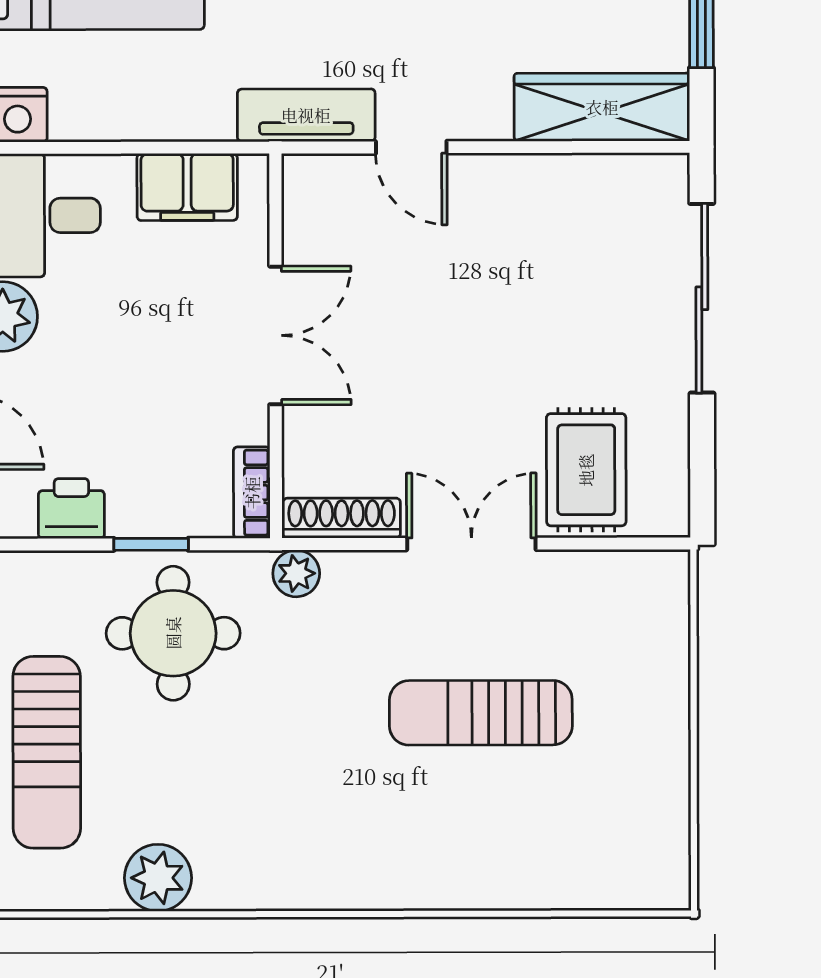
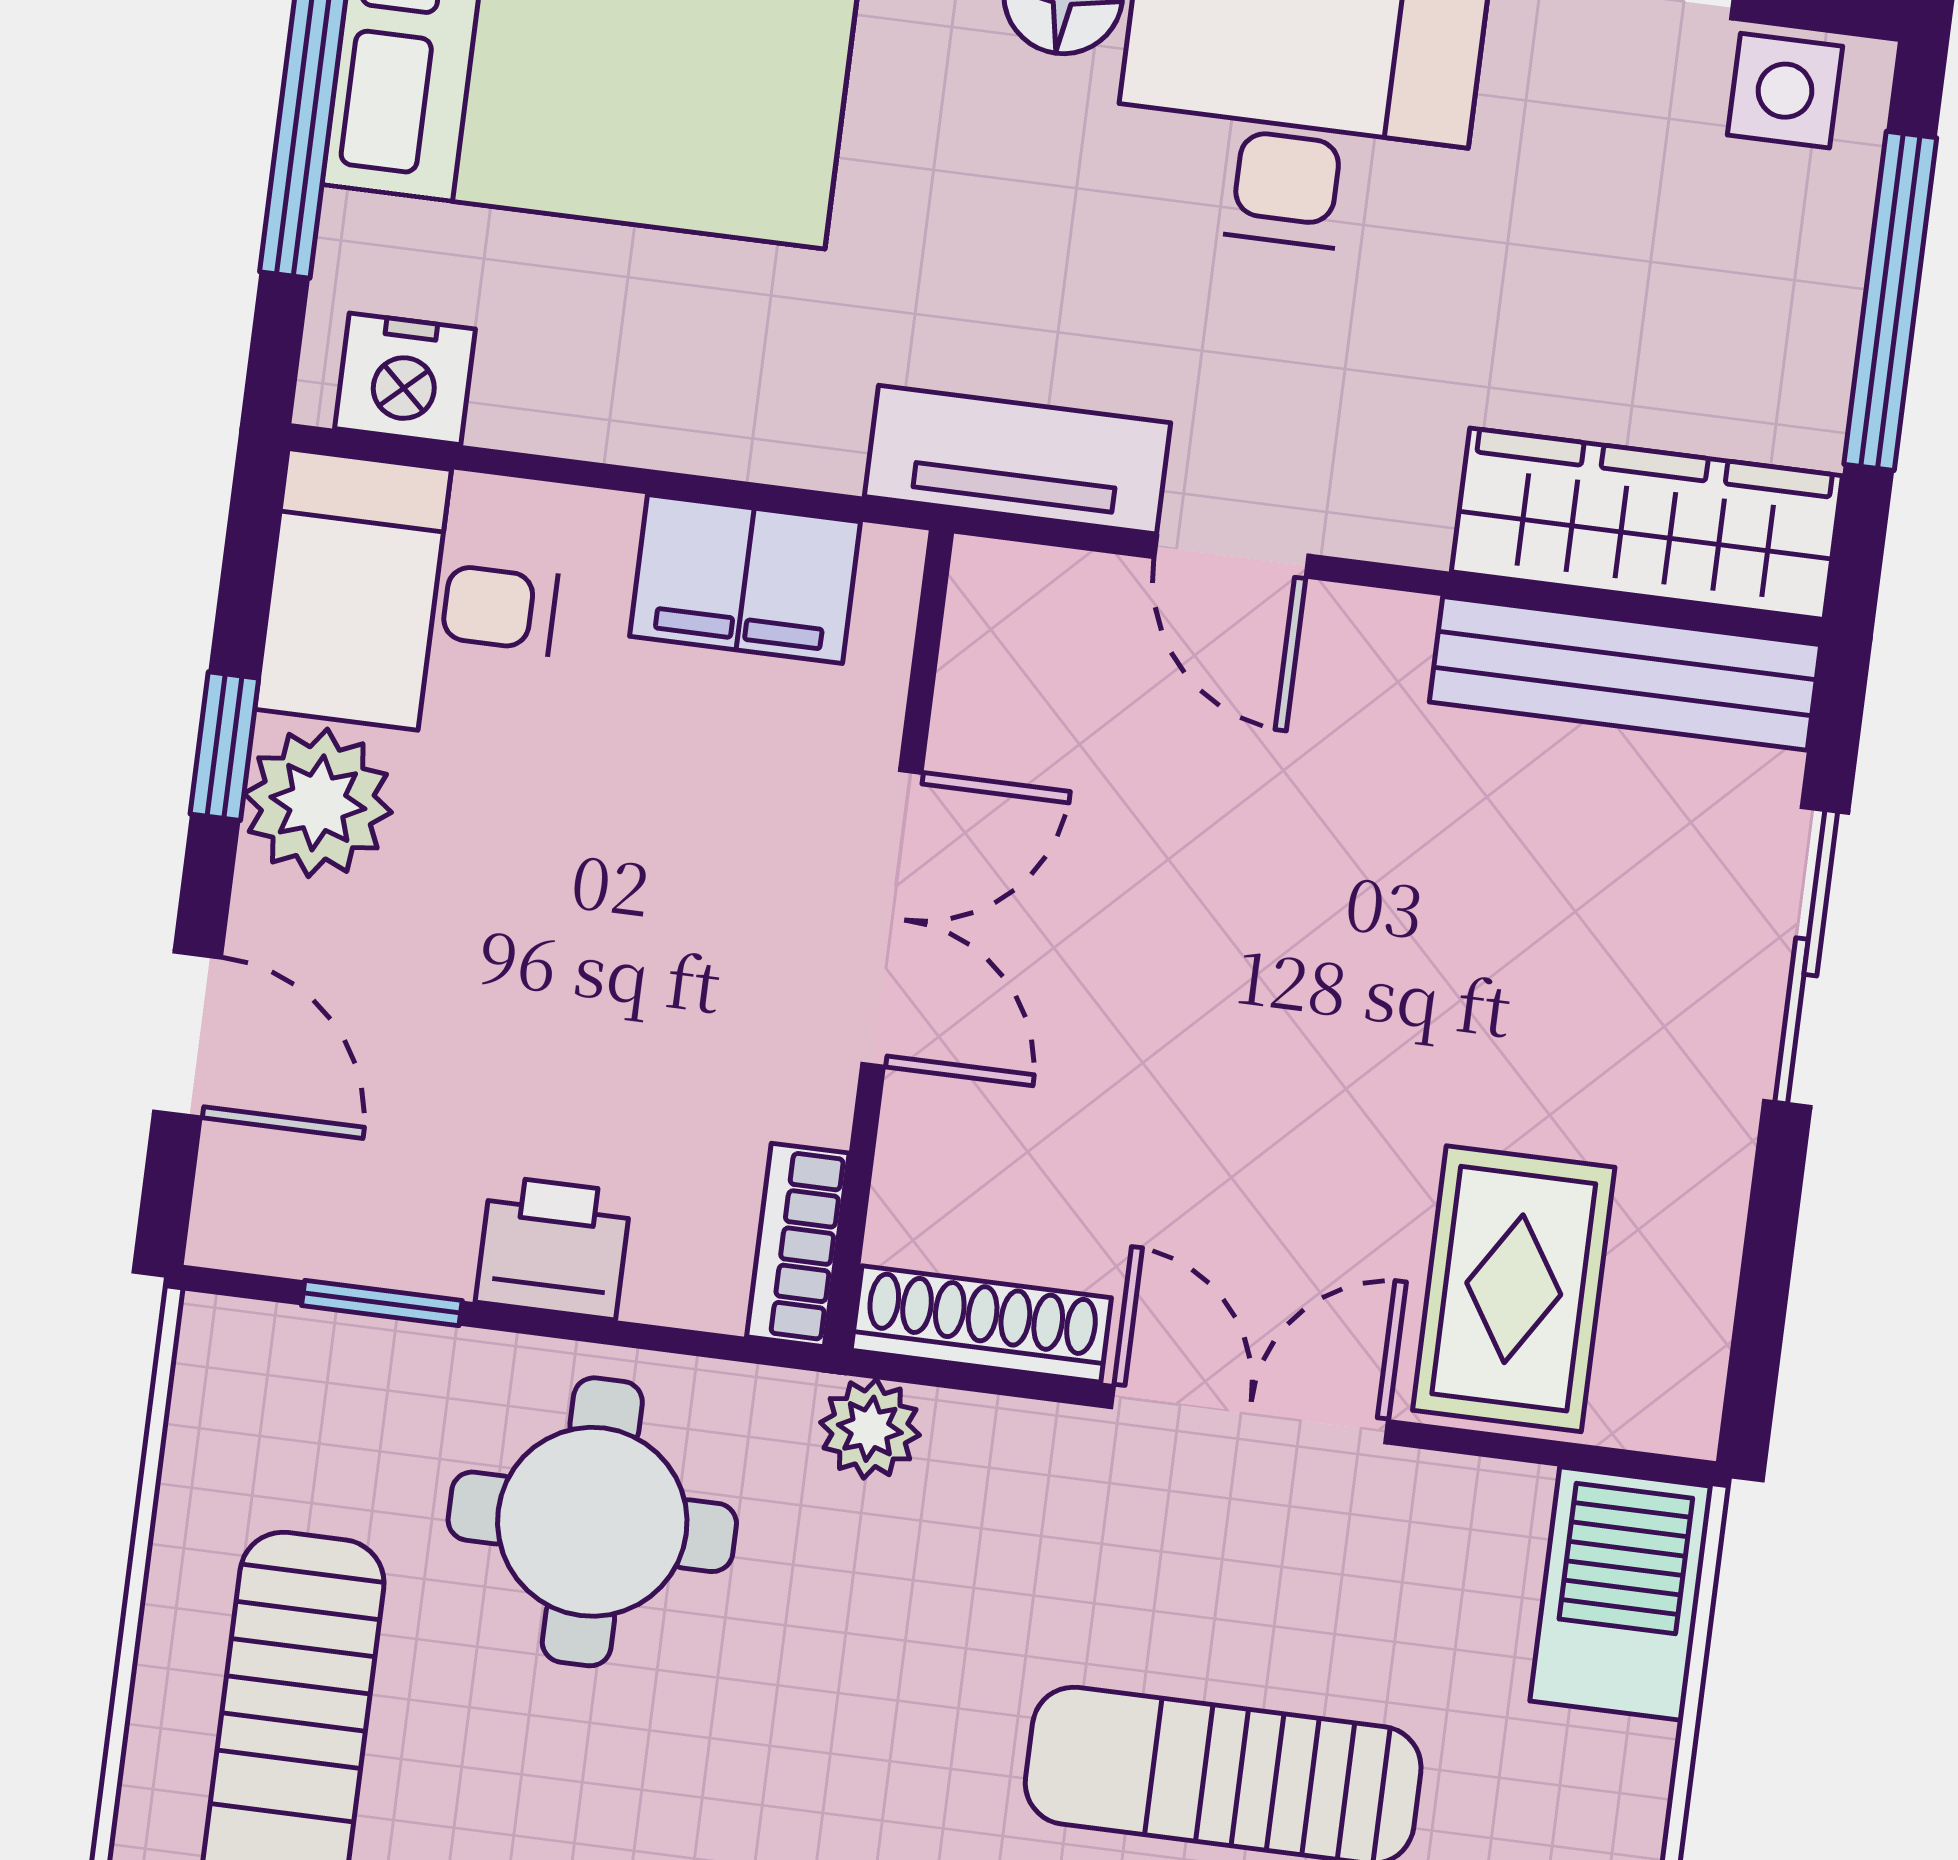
bench: (601, 178) -> (1625, 673), added
sliding door: (702, 298) -> (1806, 957), width x0.73
printer: (71, 509) -> (553, 1248), moved
window: (151, 544) -> (382, 1303), moved
barbecue: (654, 605) -> (1621, 1594), added

